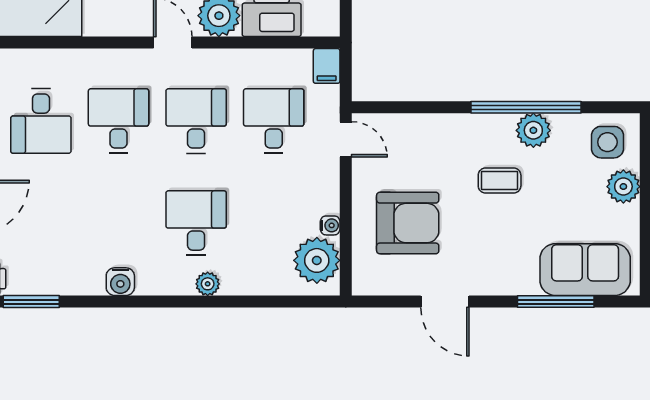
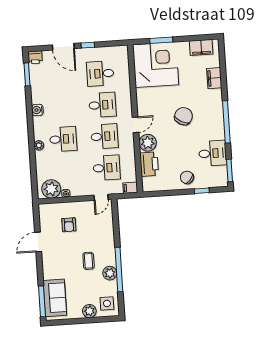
armchair: (408, 223) -> (69, 225), width x0.53, depth x0.53
window: (556, 302) -> (42, 301), moved

